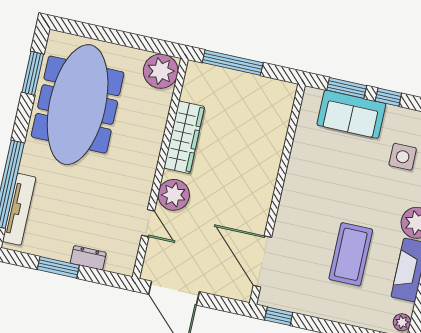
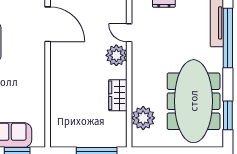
plant: (161, 71) -> (143, 118), moved
wardrobe: (184, 137) -> (118, 95), width x0.67

